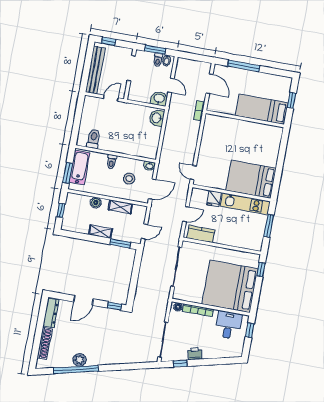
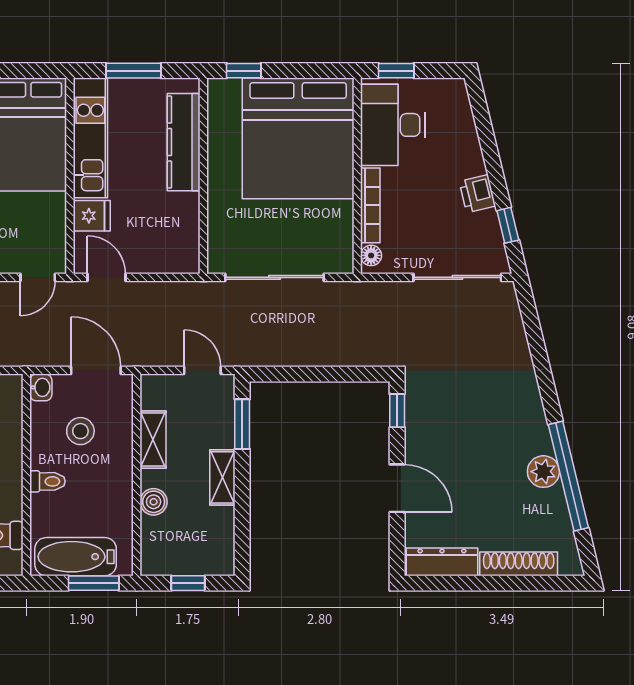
door: (186, 214) -> (106, 277), moved
kitchen counter: (201, 234) -> (184, 142), moved, width x1.50
desk: (228, 325) -> (393, 125), width x1.37

